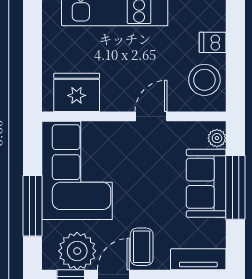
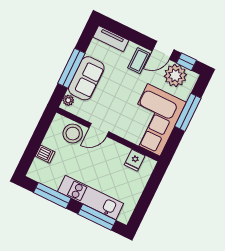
stool: (204, 80) -> (73, 134), moved
fridge: (77, 92) -> (135, 160), width x0.53, depth x0.75

